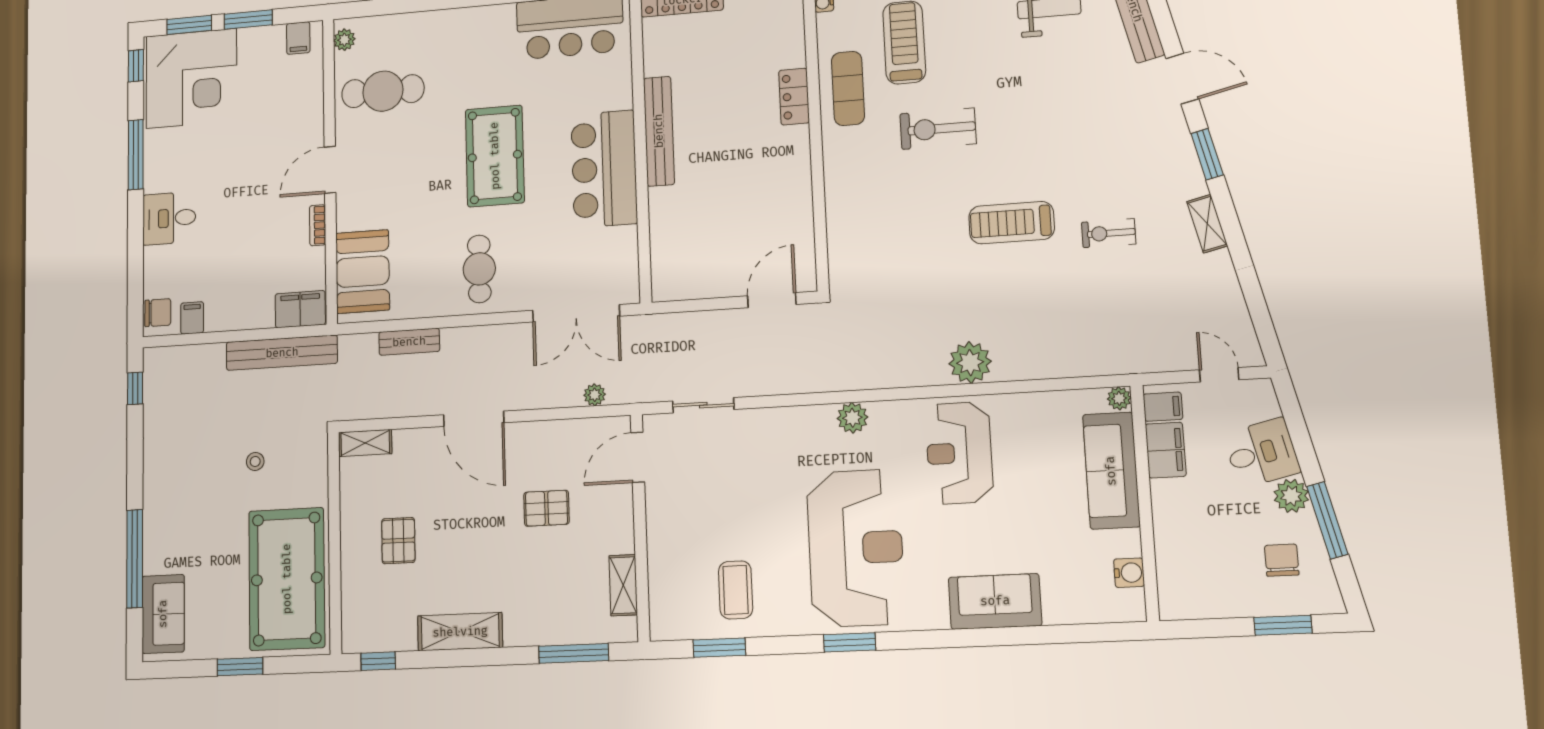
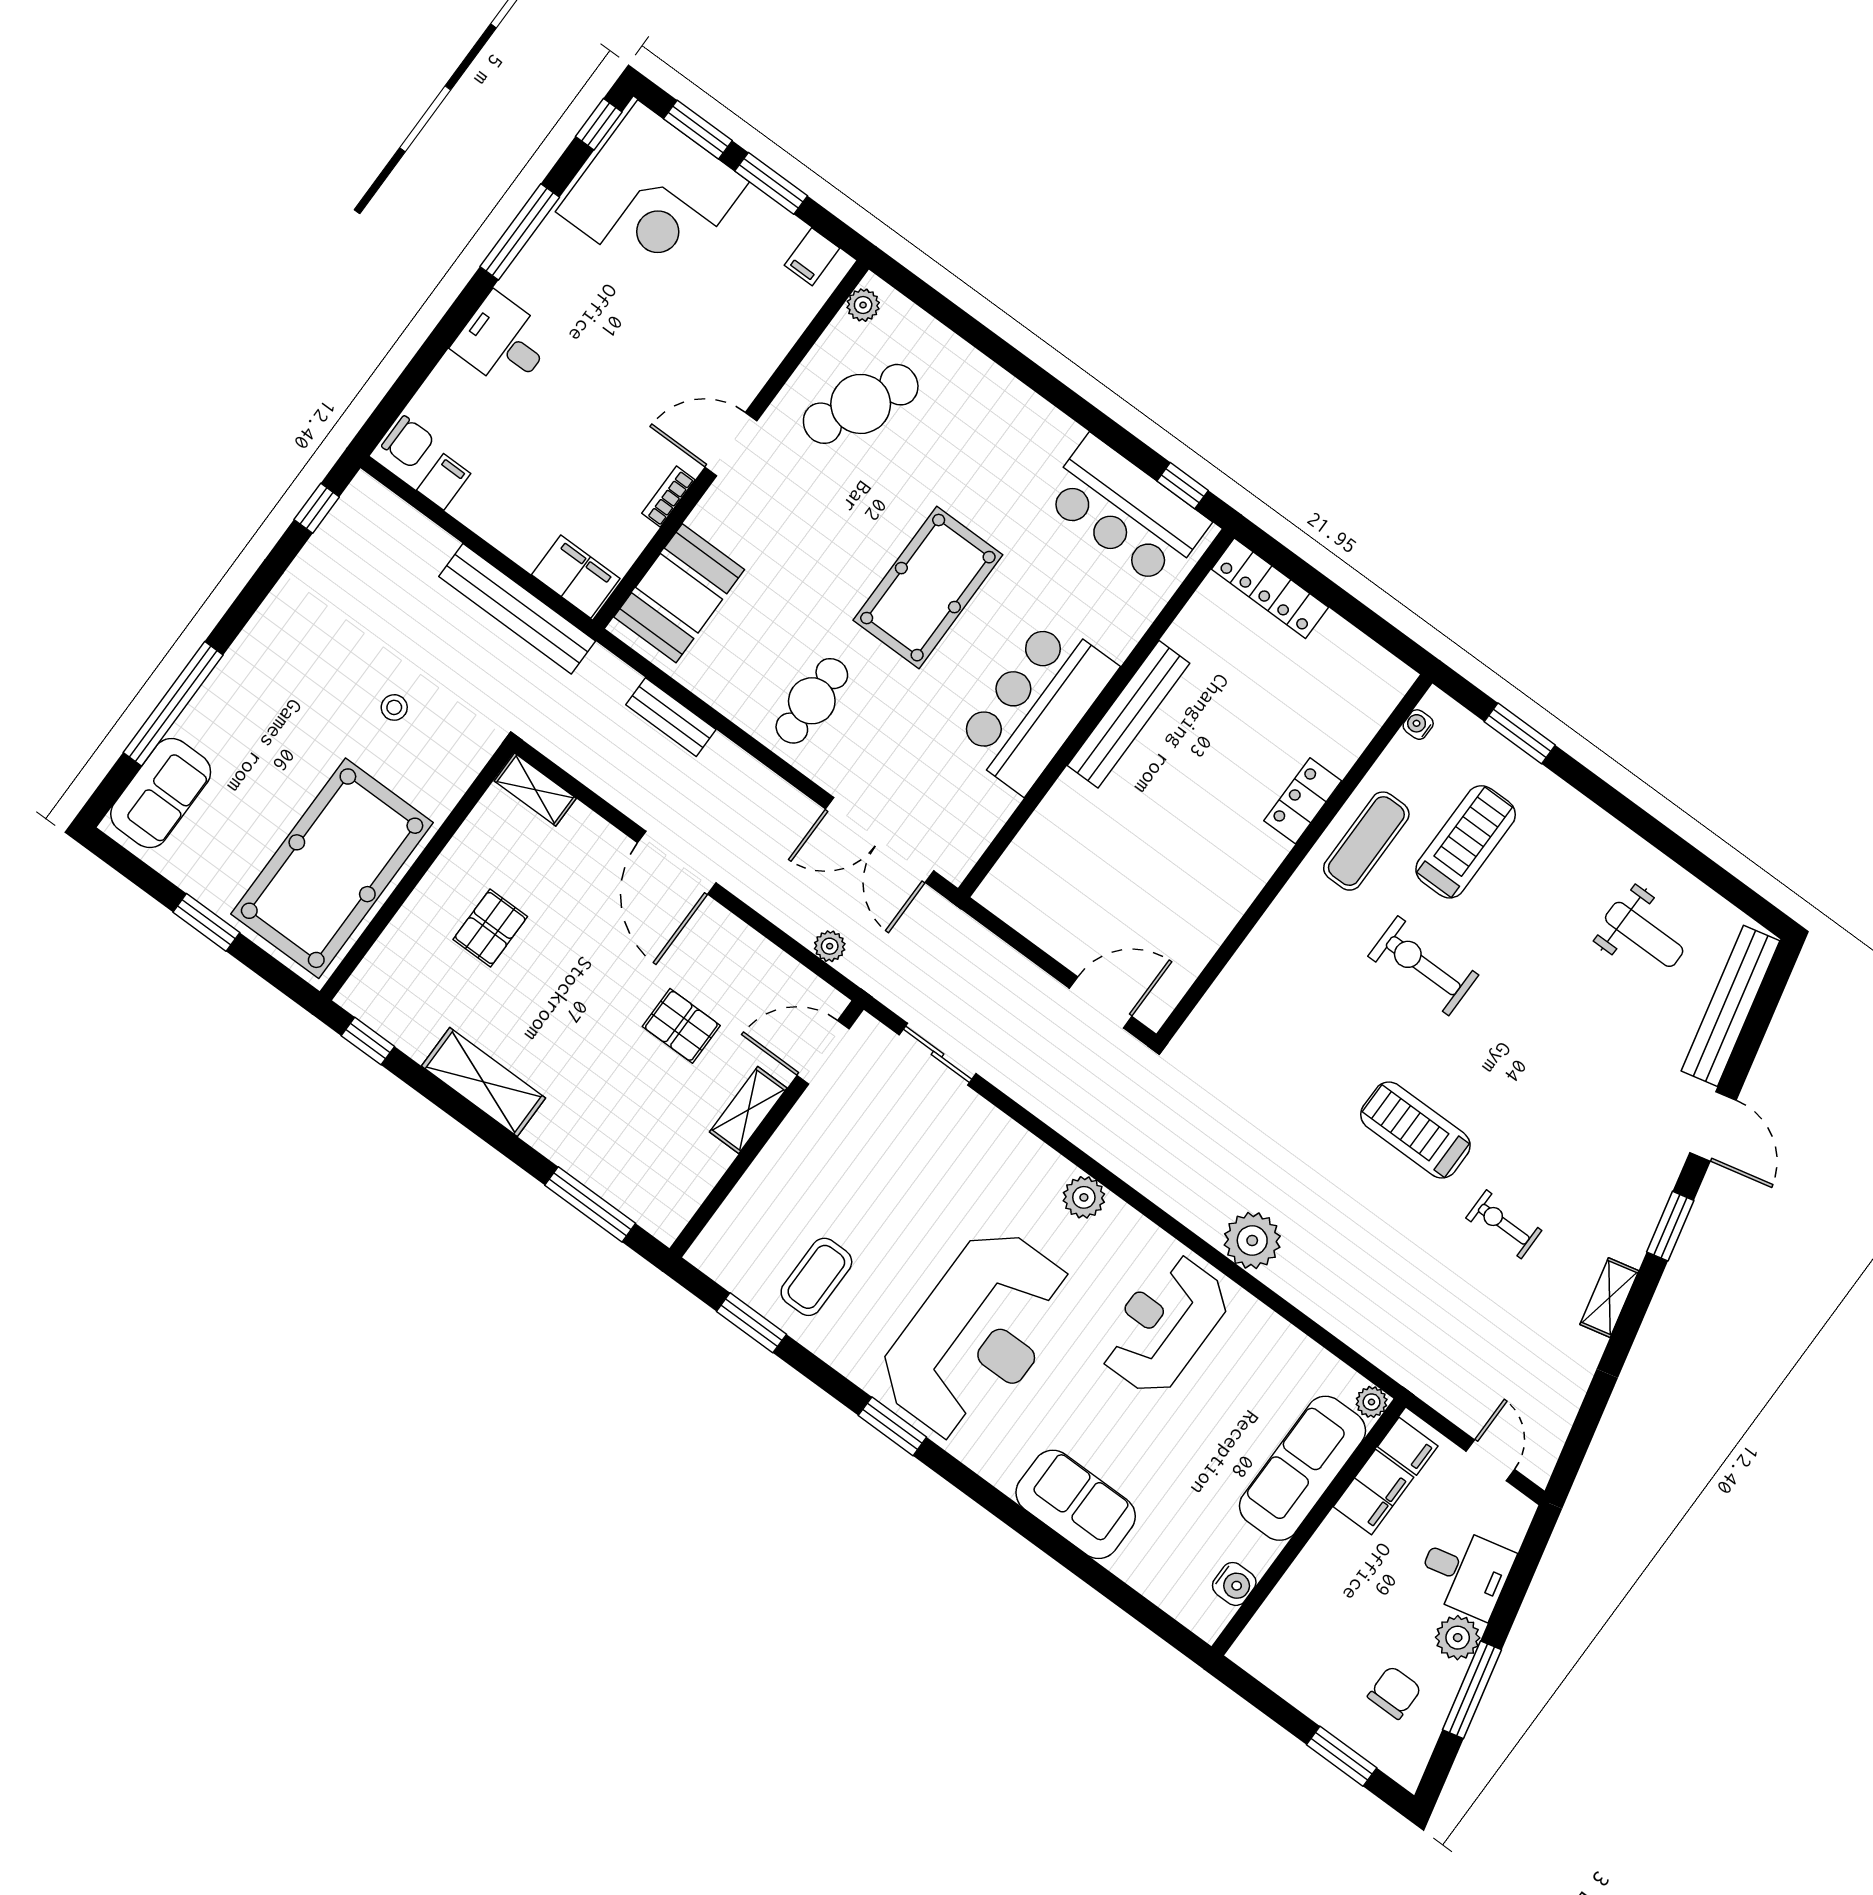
cafe table: (383, 91) -> (861, 404), turned -63
shelving: (623, 585) -> (748, 1110), moved

